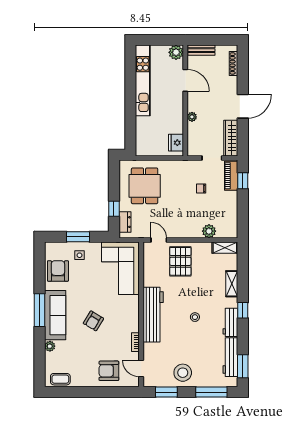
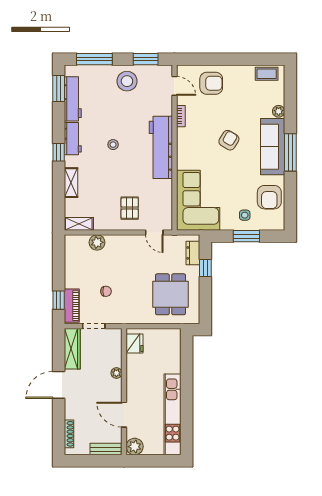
pallet: (180, 261) -> (130, 208), width x0.67, depth x0.71

